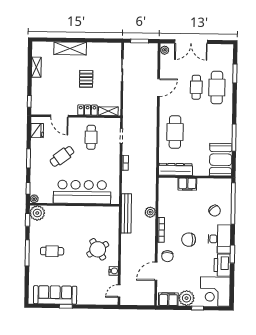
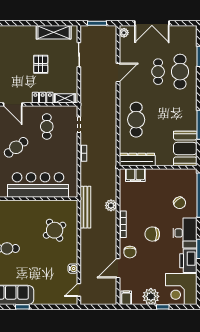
shelving: (70, 48) -> (54, 32), moved
filing cabinet: (187, 184) -> (135, 175), moved
round table: (98, 249) -> (55, 230), moved
filing cabinet: (168, 299) -> (126, 298), width x0.50

